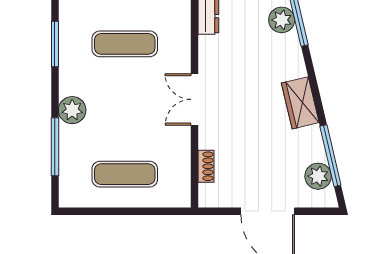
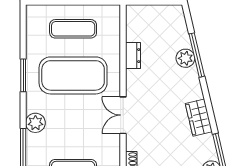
exercise mat: (125, 44) -> (73, 75), width x2.00, depth x1.45

